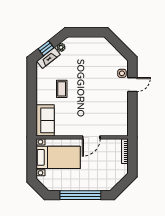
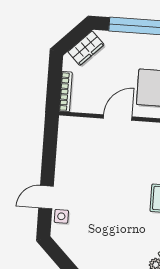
wardrobe: (114, 179) -> (86, 48), added

